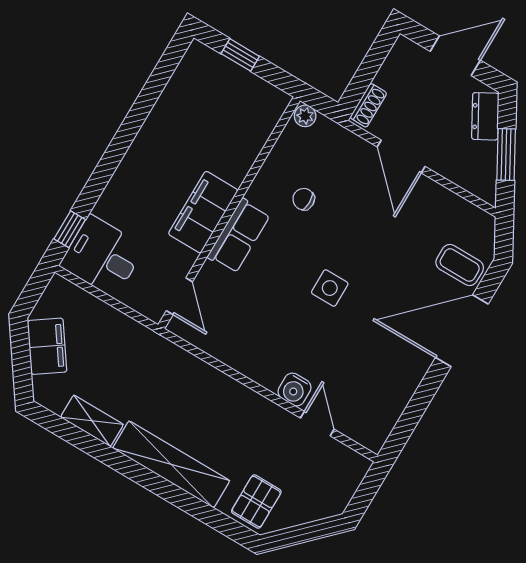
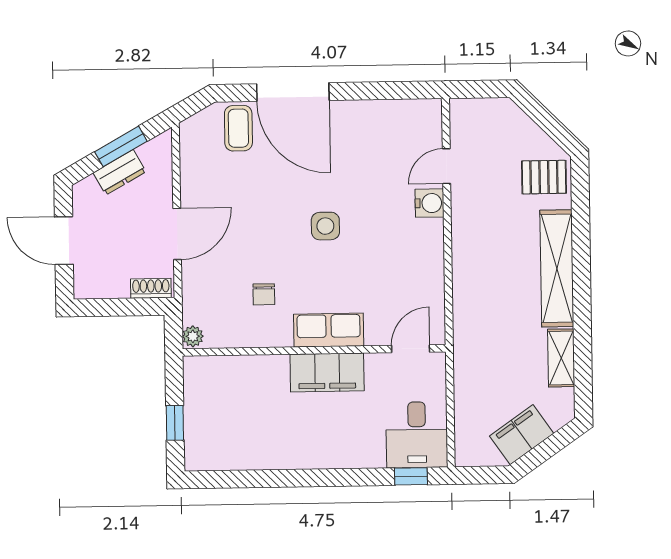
dresser: (485, 116) -> (120, 172), moved

